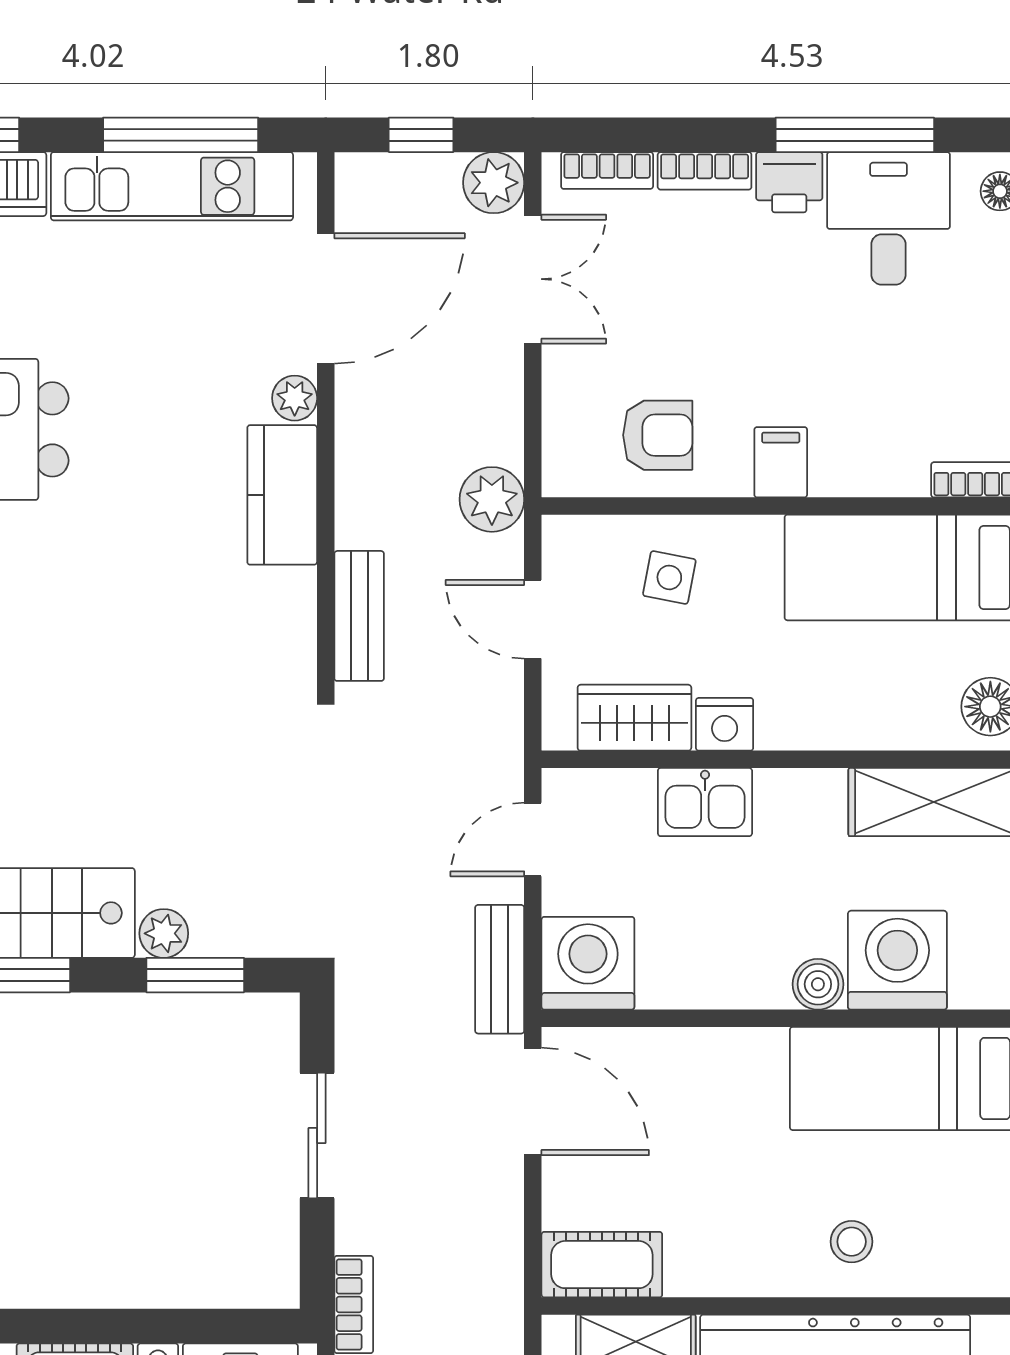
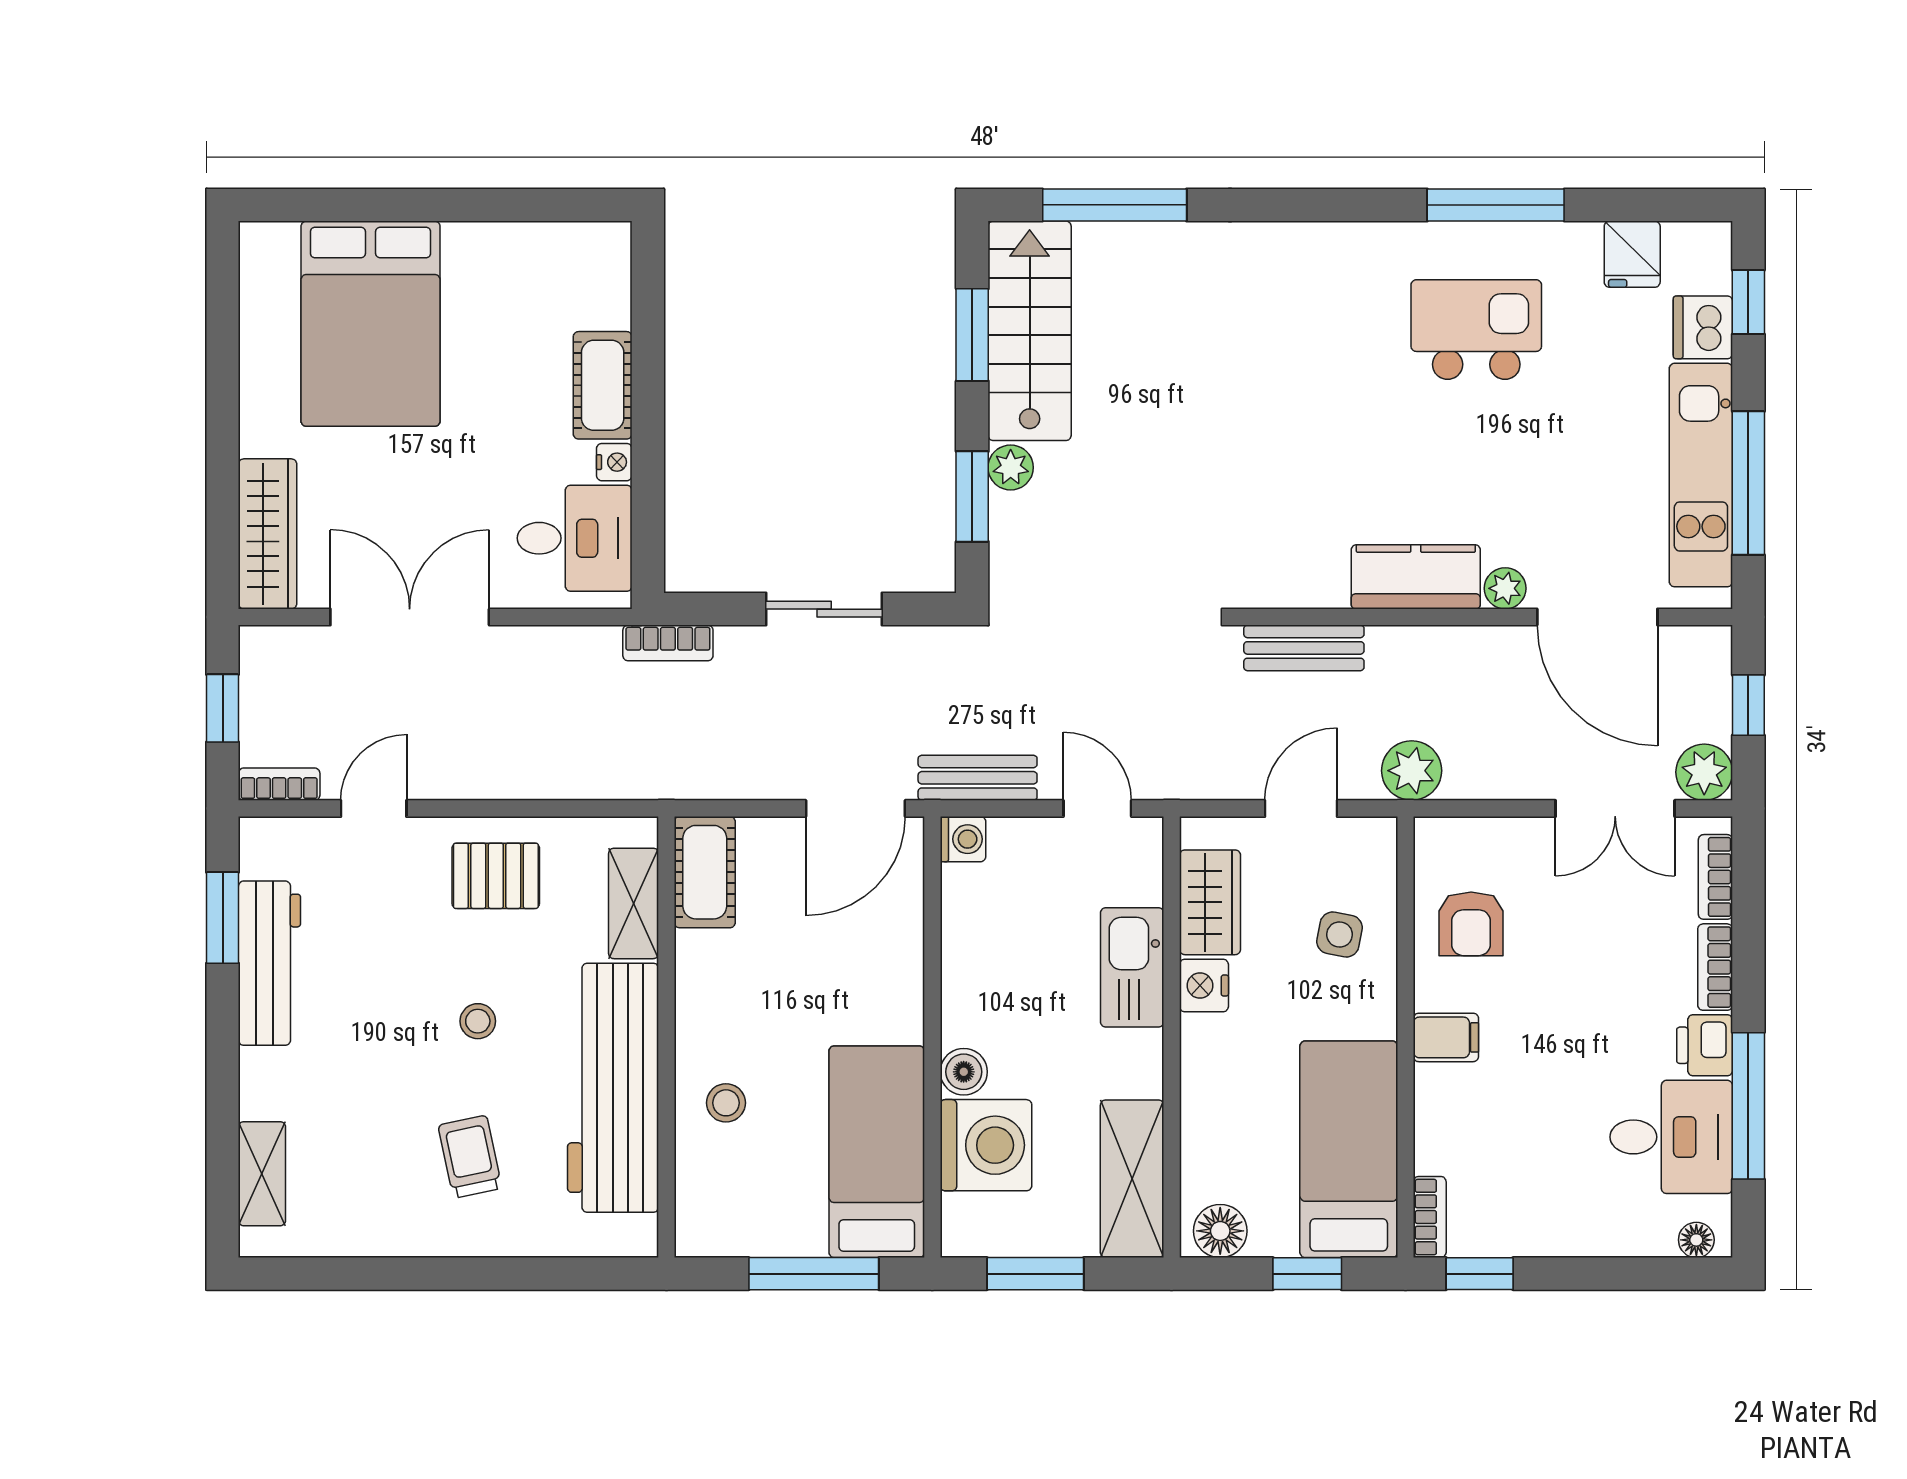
kitchen sink: (705, 802) -> (1132, 967), width x1.38
washing machine: (588, 963) -> (963, 839), width x0.53, depth x0.53

